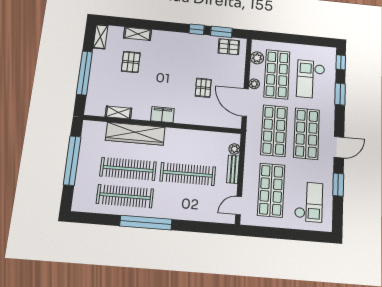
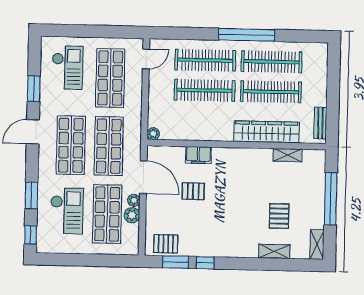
plant: (257, 58) -> (132, 215), moved
pallet: (203, 88) -> (193, 191), turned 90
filing cabinet: (162, 115) -> (198, 155), moved
plant: (234, 149) -> (153, 134), moved
window: (72, 161) -> (333, 97), removed
bench: (233, 169) -> (320, 123), moved
clothes rail: (185, 201) -> (205, 60), added
checkout: (309, 202) -> (67, 68), turned 180

